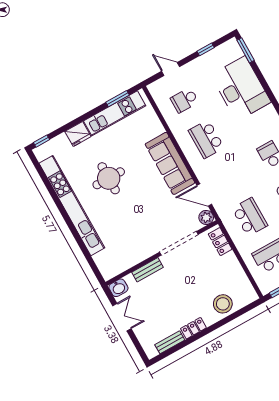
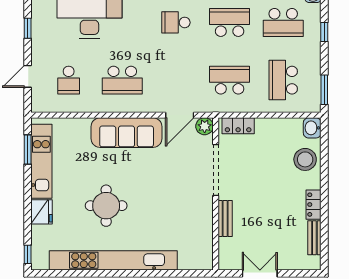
washbasin: (118, 288) -> (312, 128), moved, turned 180

